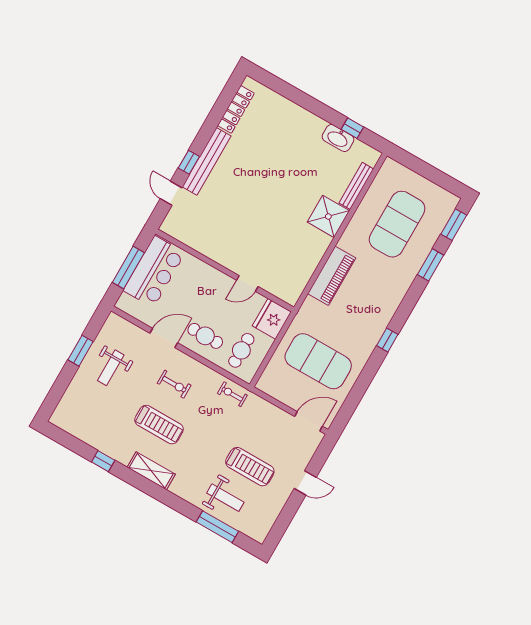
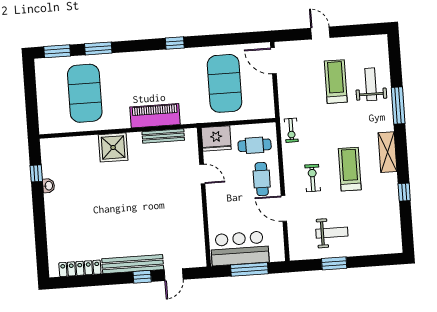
washbasin: (338, 138) -> (49, 186), width x0.52, depth x0.69
bench: (356, 186) -> (163, 136), moved
exercise mat: (397, 224) -> (85, 93), turned 90
window: (217, 527) -> (398, 106), moved

